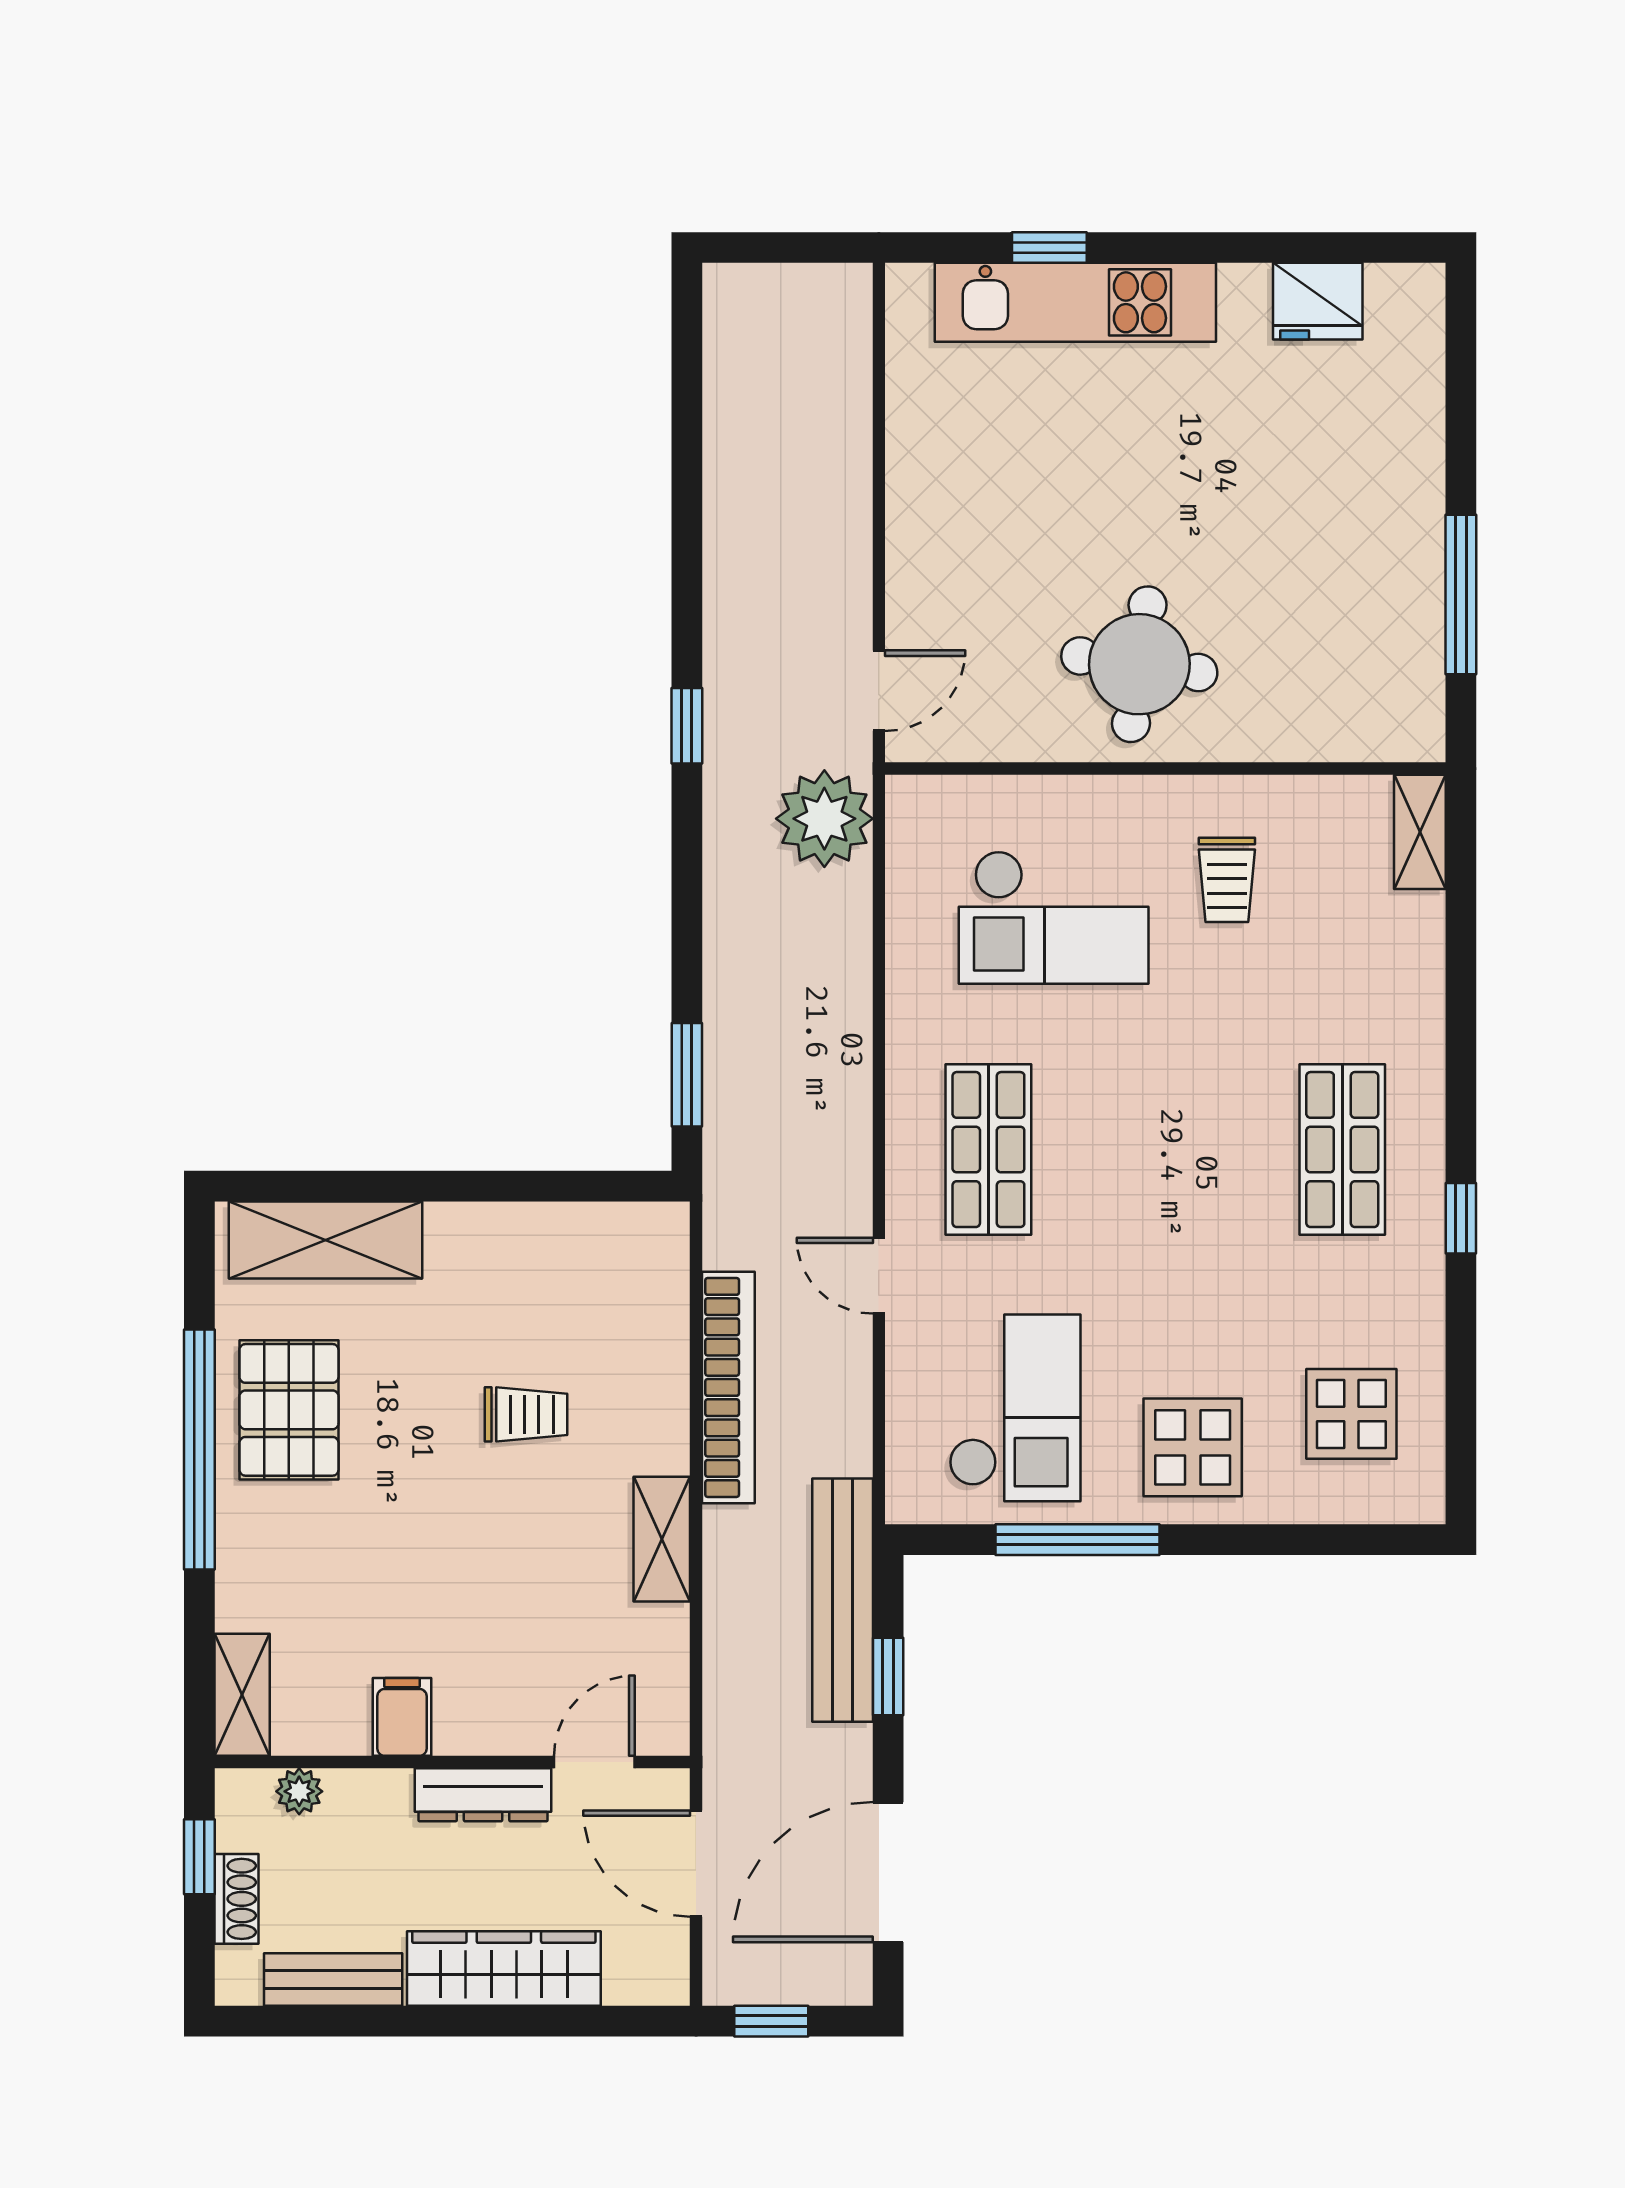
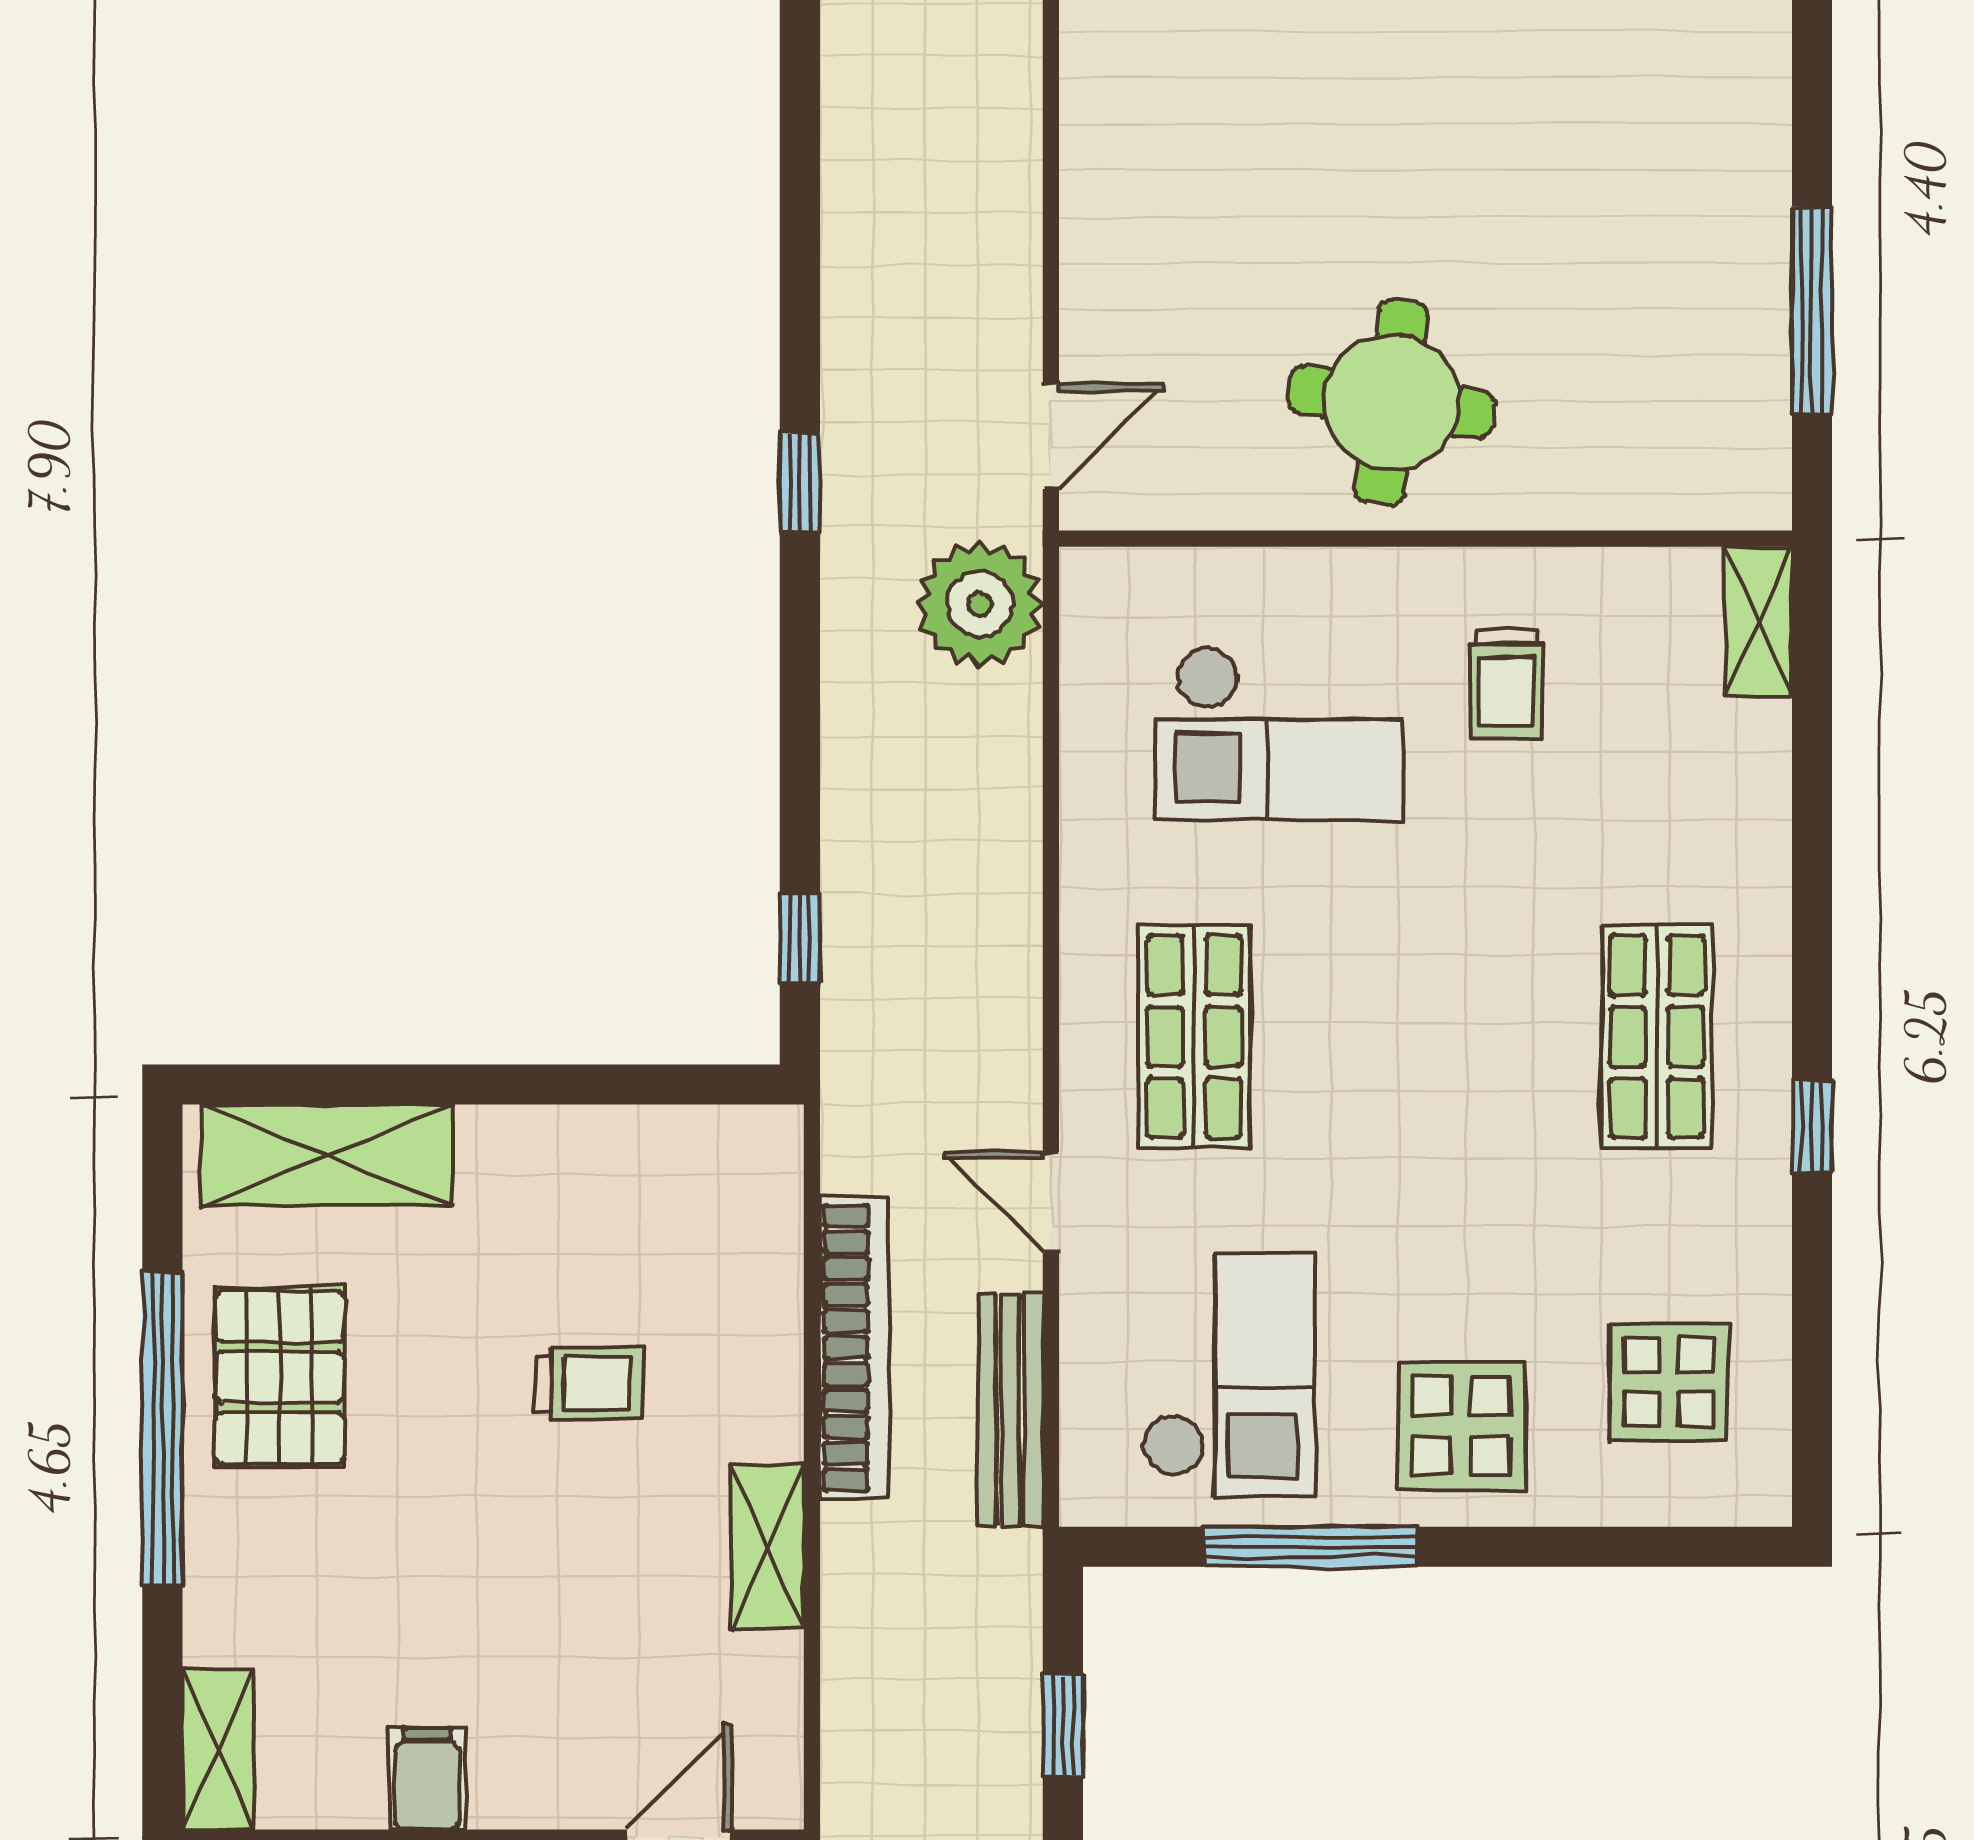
window: (687, 1075) -> (800, 939), width x0.67
bench: (843, 1600) -> (1010, 1411), moved, width x0.73, depth x0.82

